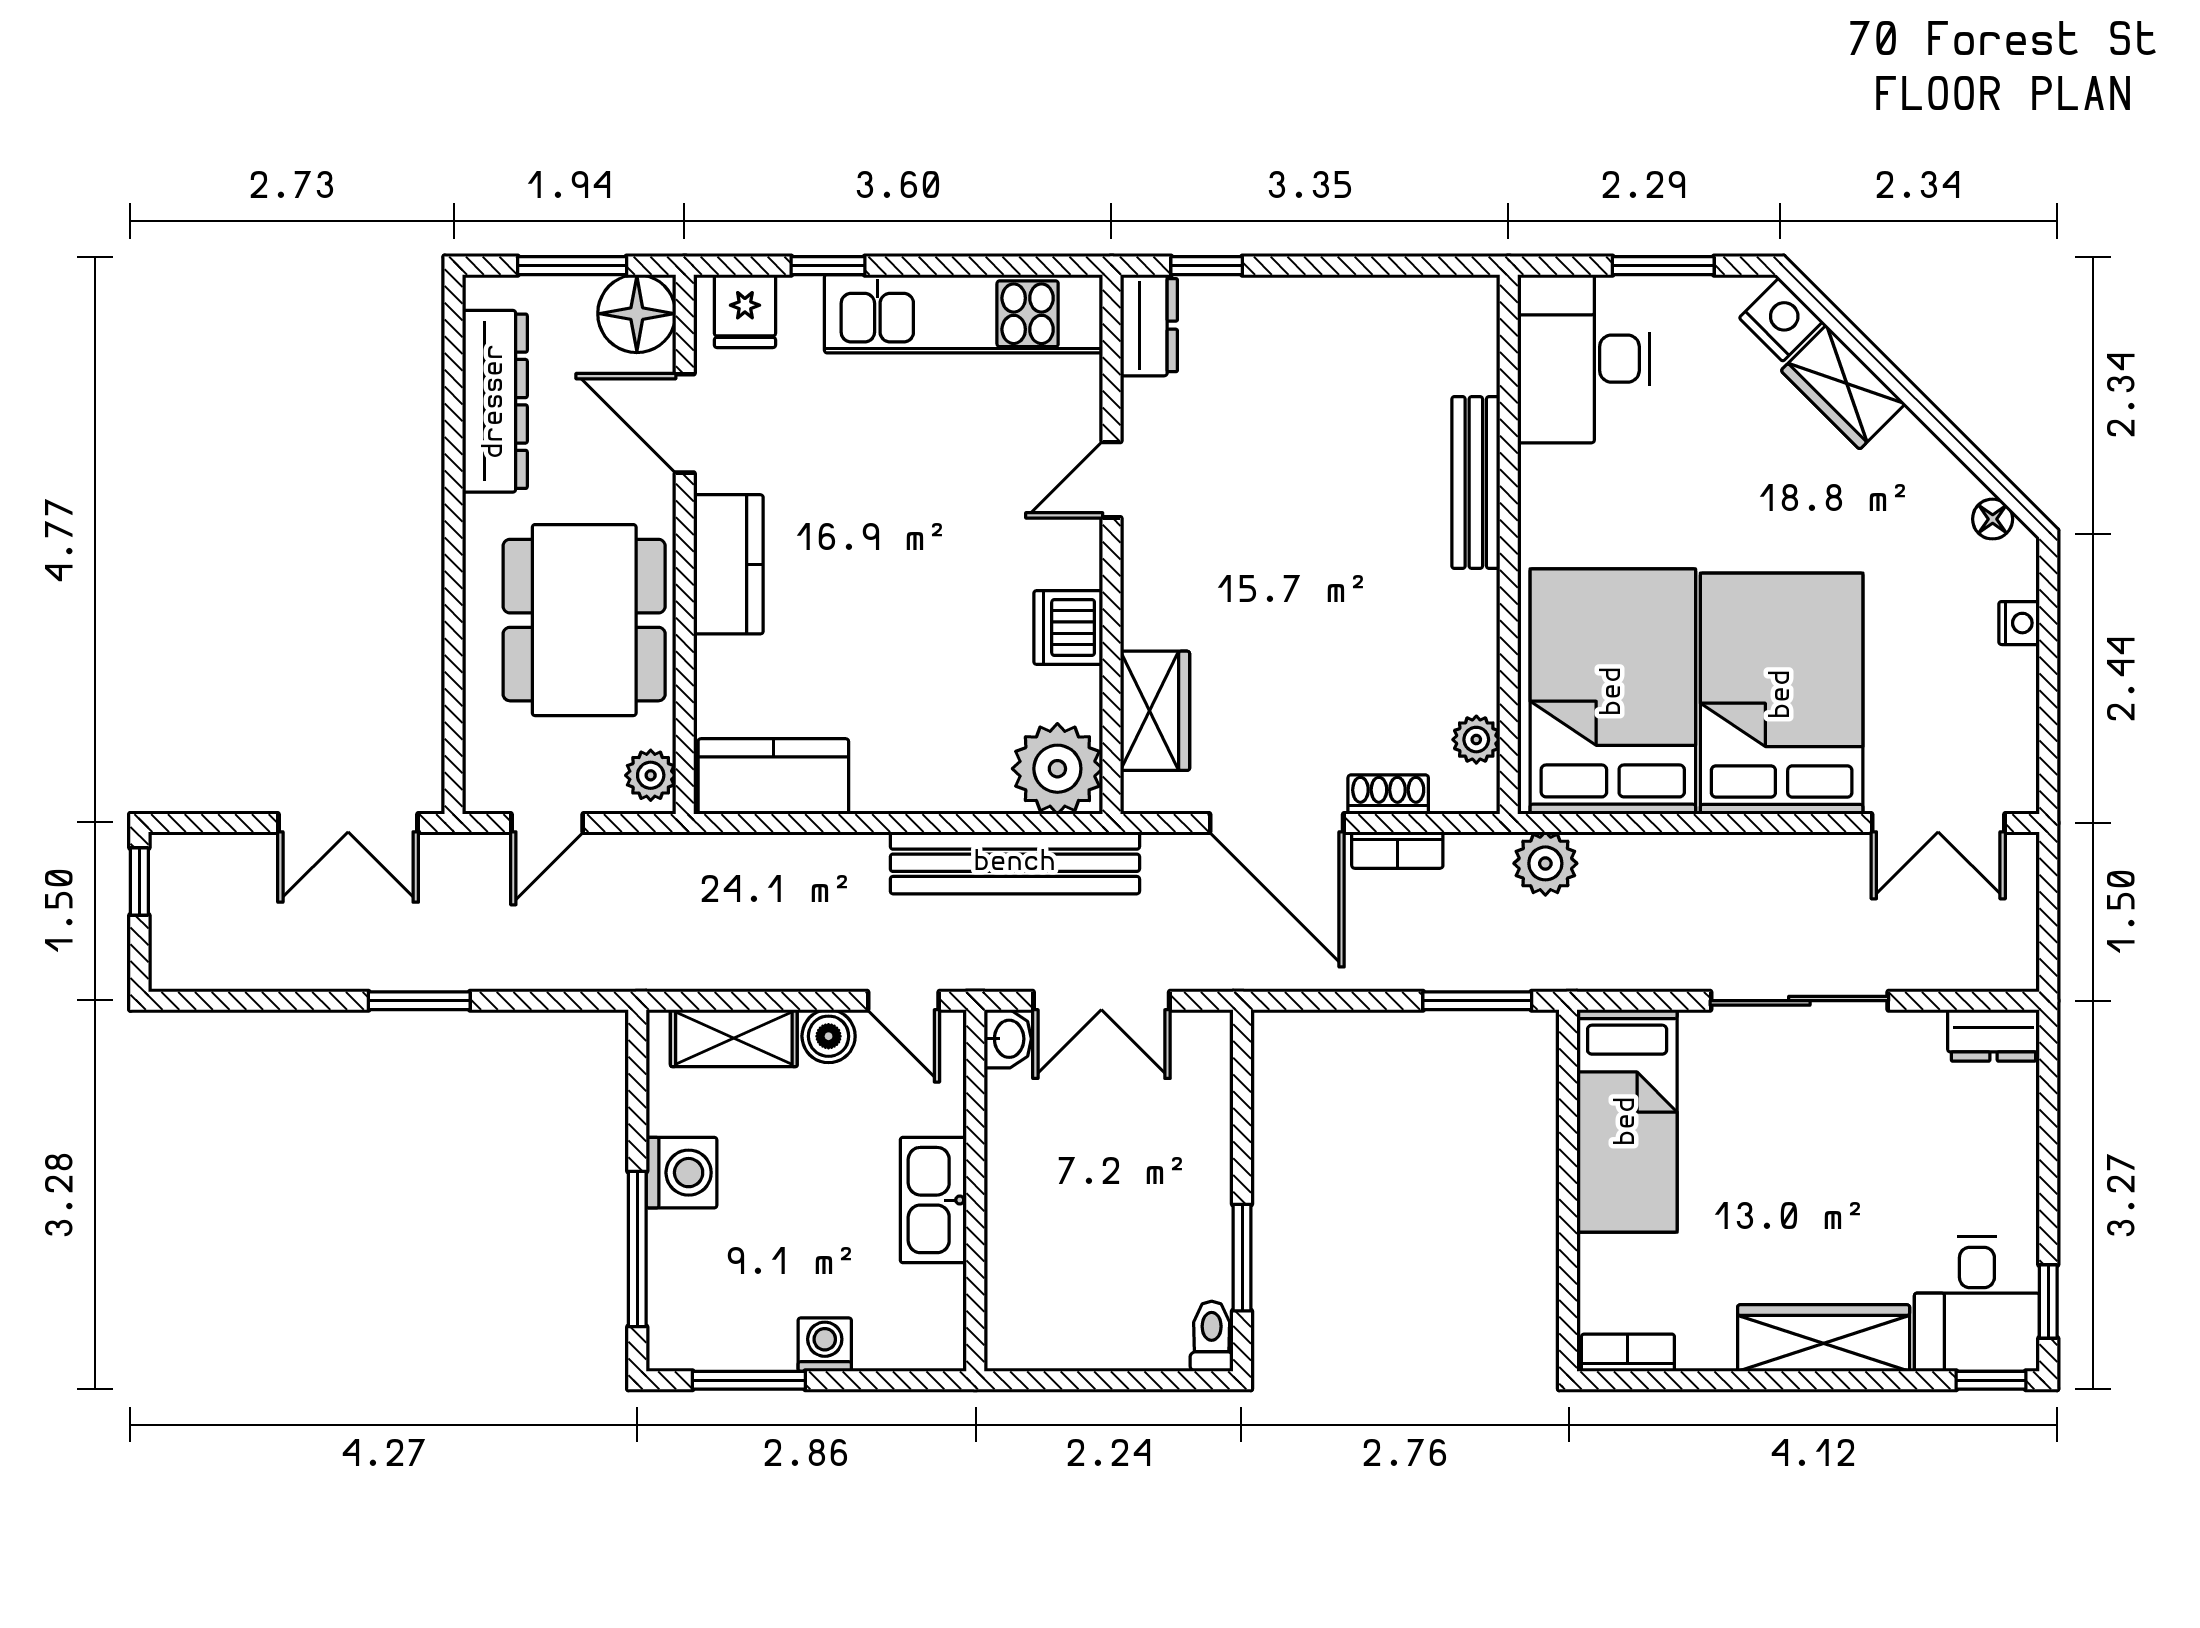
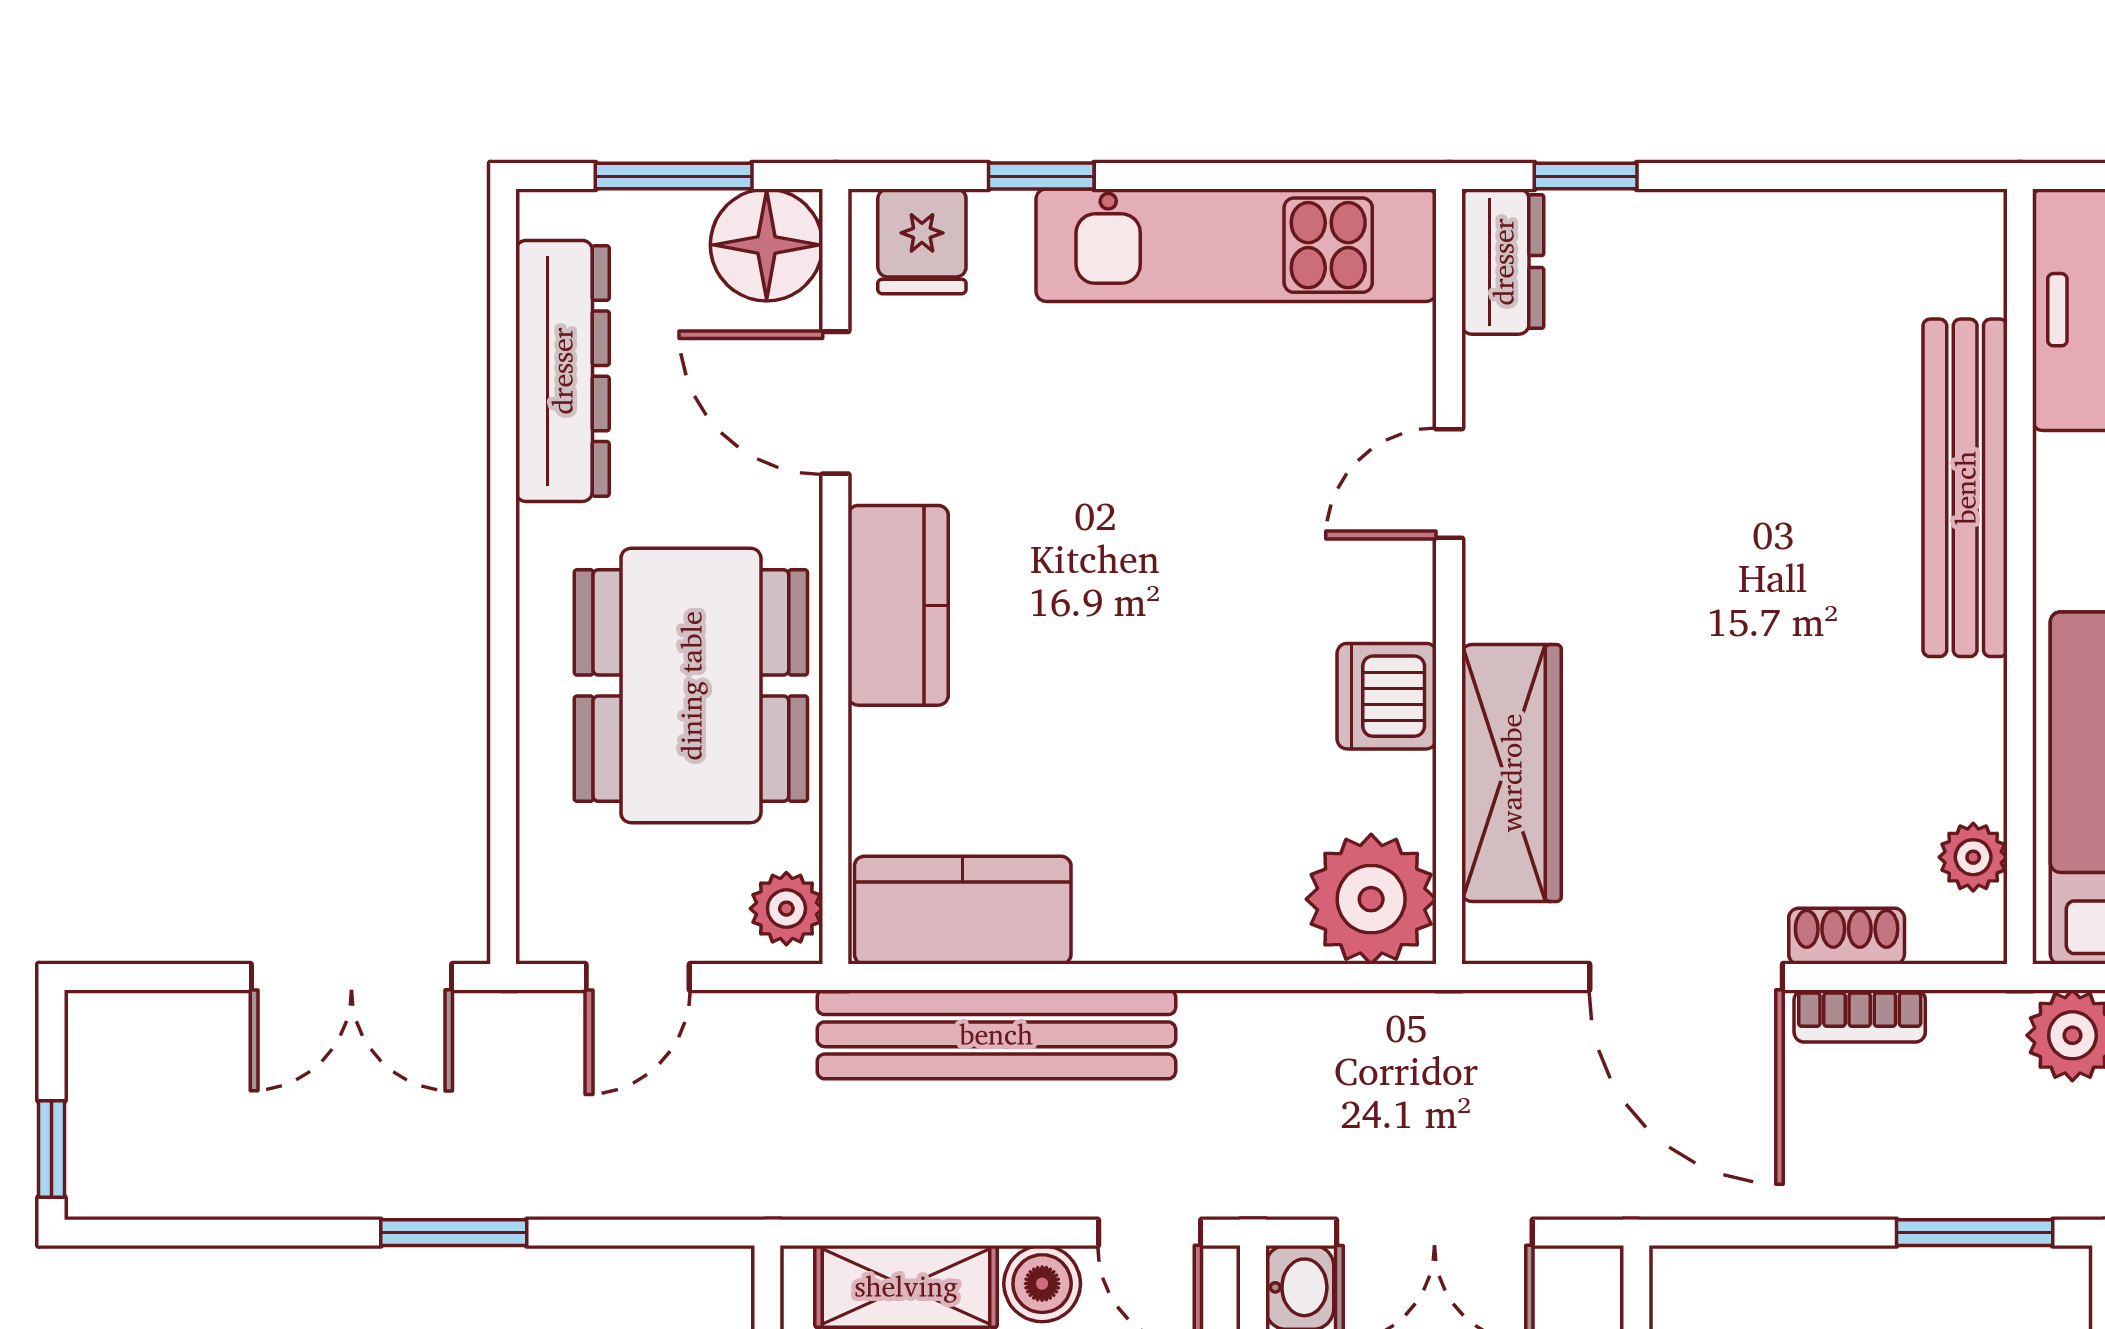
bench: (1476, 483) -> (1965, 488), width x1.37, depth x1.21
wardrobe: (1155, 711) -> (1511, 773), width x1.50
bench: (1015, 863) -> (996, 1034), moved
window: (139, 882) -> (52, 1149), moved

